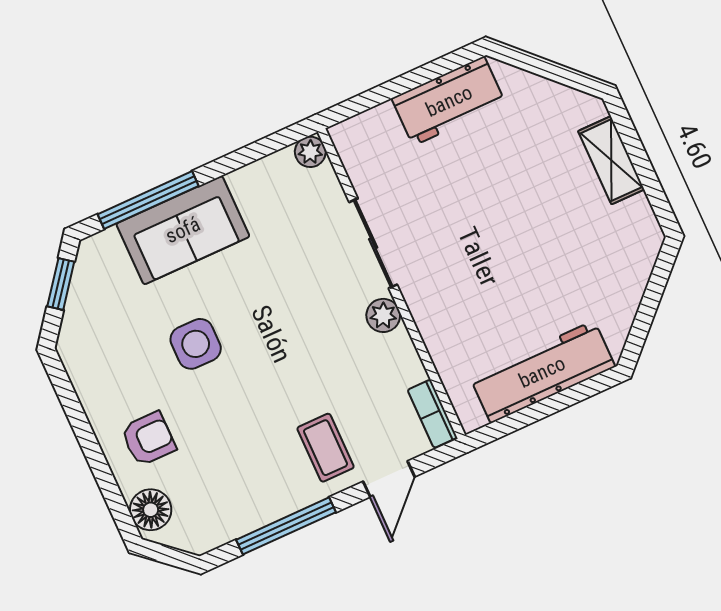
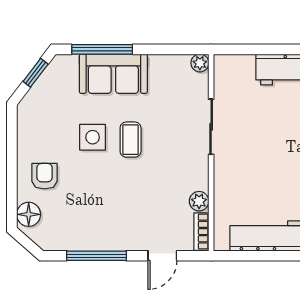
plant: (383, 315) -> (199, 201), moved
armchair: (148, 439) -> (45, 176), turned -90
coffee table: (326, 448) -> (131, 140), moved

